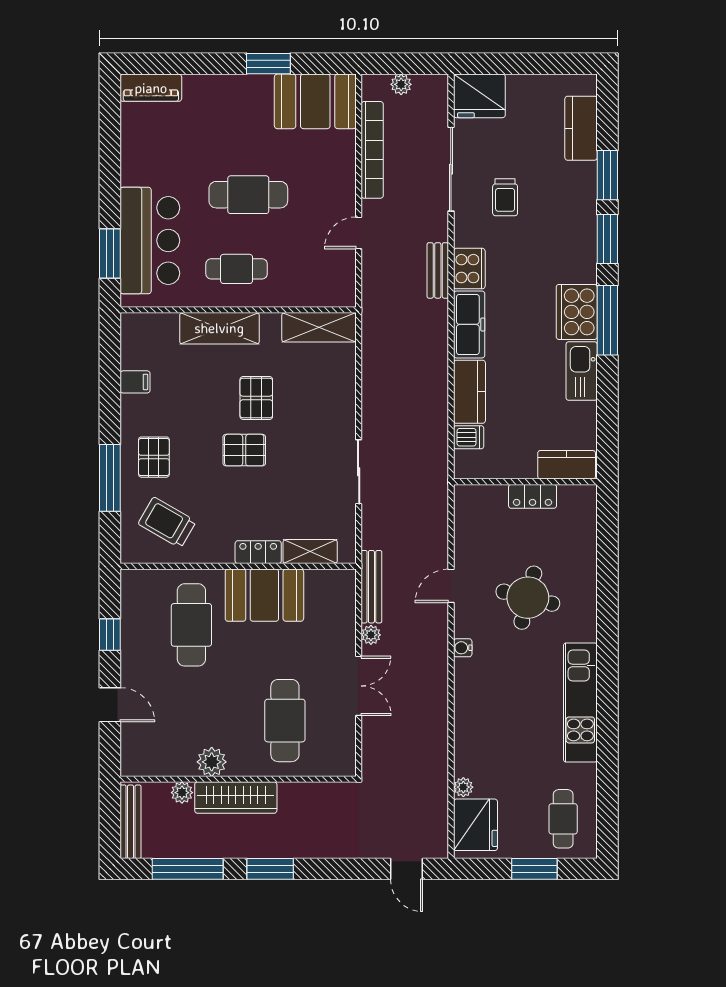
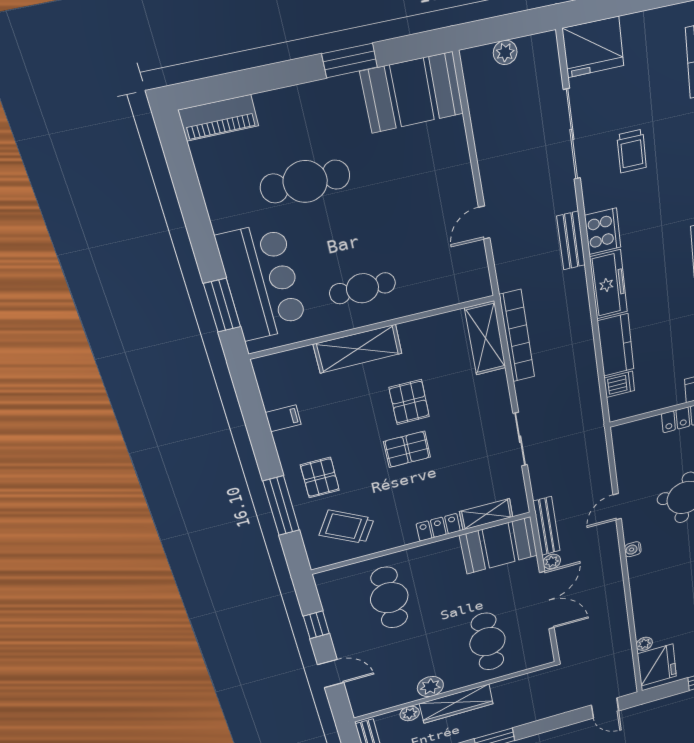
bookcase: (372, 150) -> (517, 336), moved
cafe table: (248, 195) -> (305, 182), moved
shelving: (319, 327) -> (485, 338), moved, turned 90
booth: (264, 595) -> (499, 545), moved
double door: (359, 686) -> (547, 600), width x1.37

